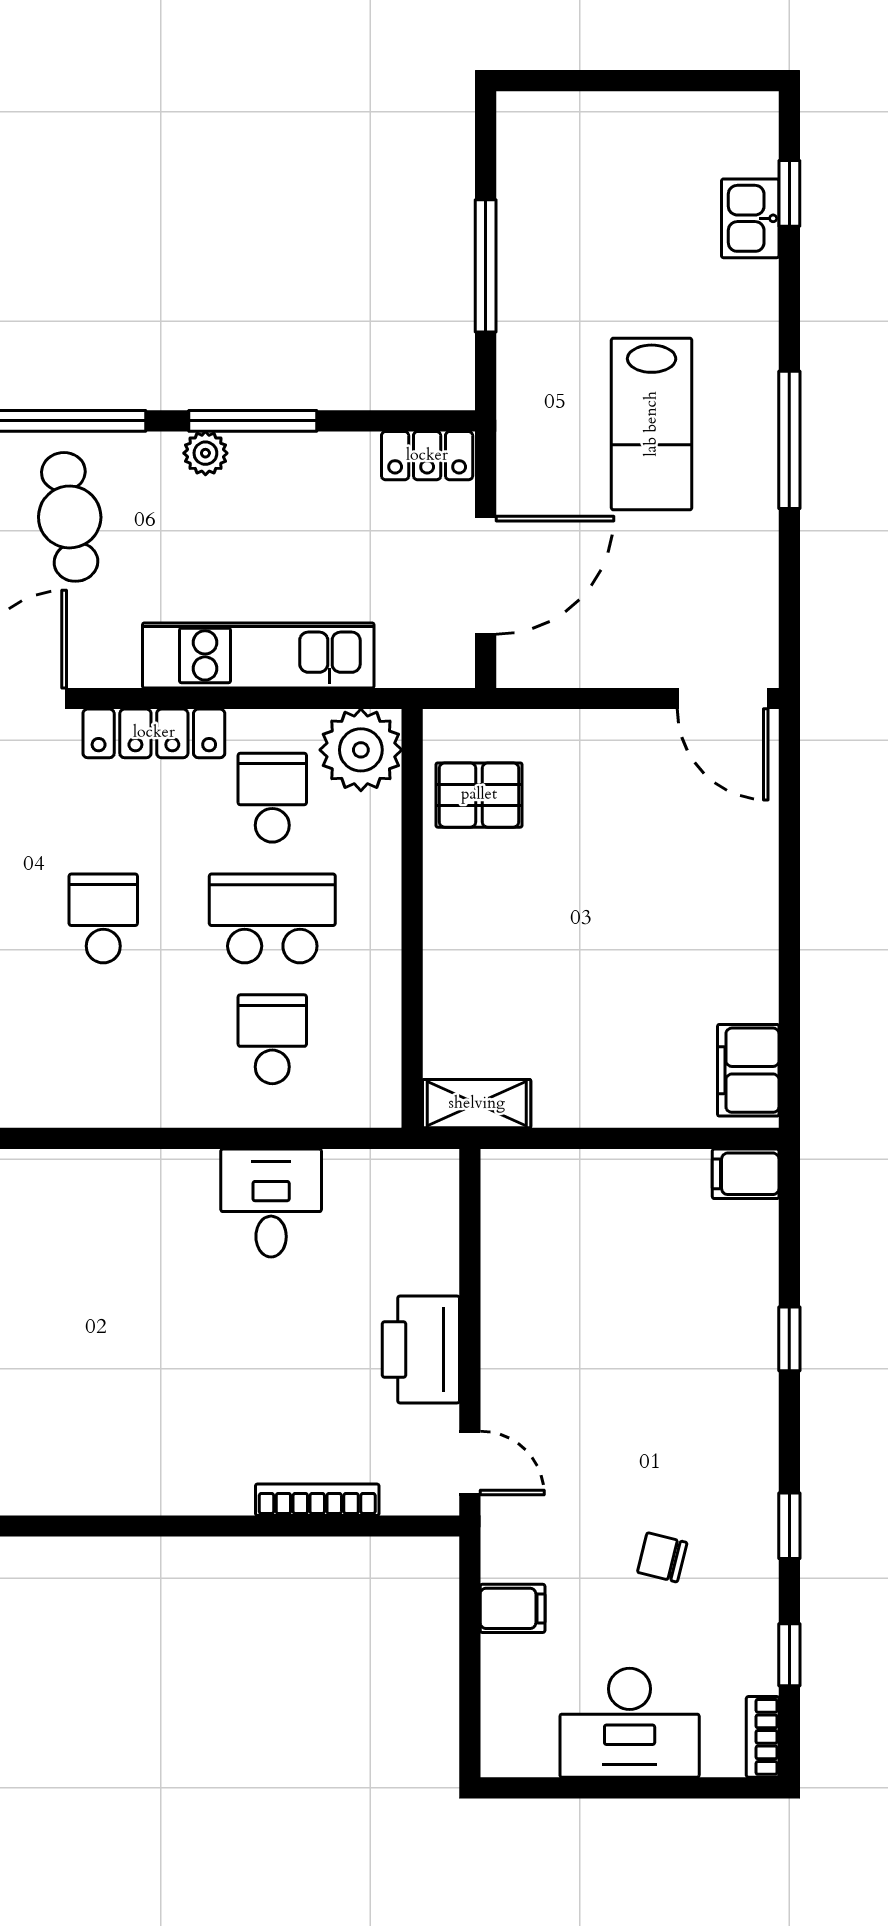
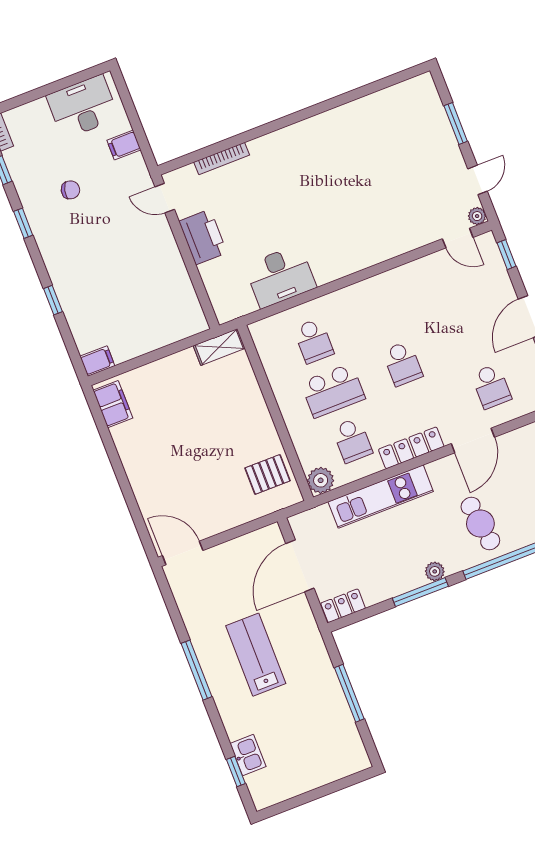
plant: (361, 750) -> (321, 480), width x0.73, depth x0.73
desk: (271, 1203) -> (280, 276), width x1.37
desk: (630, 1723) -> (83, 107), moved

